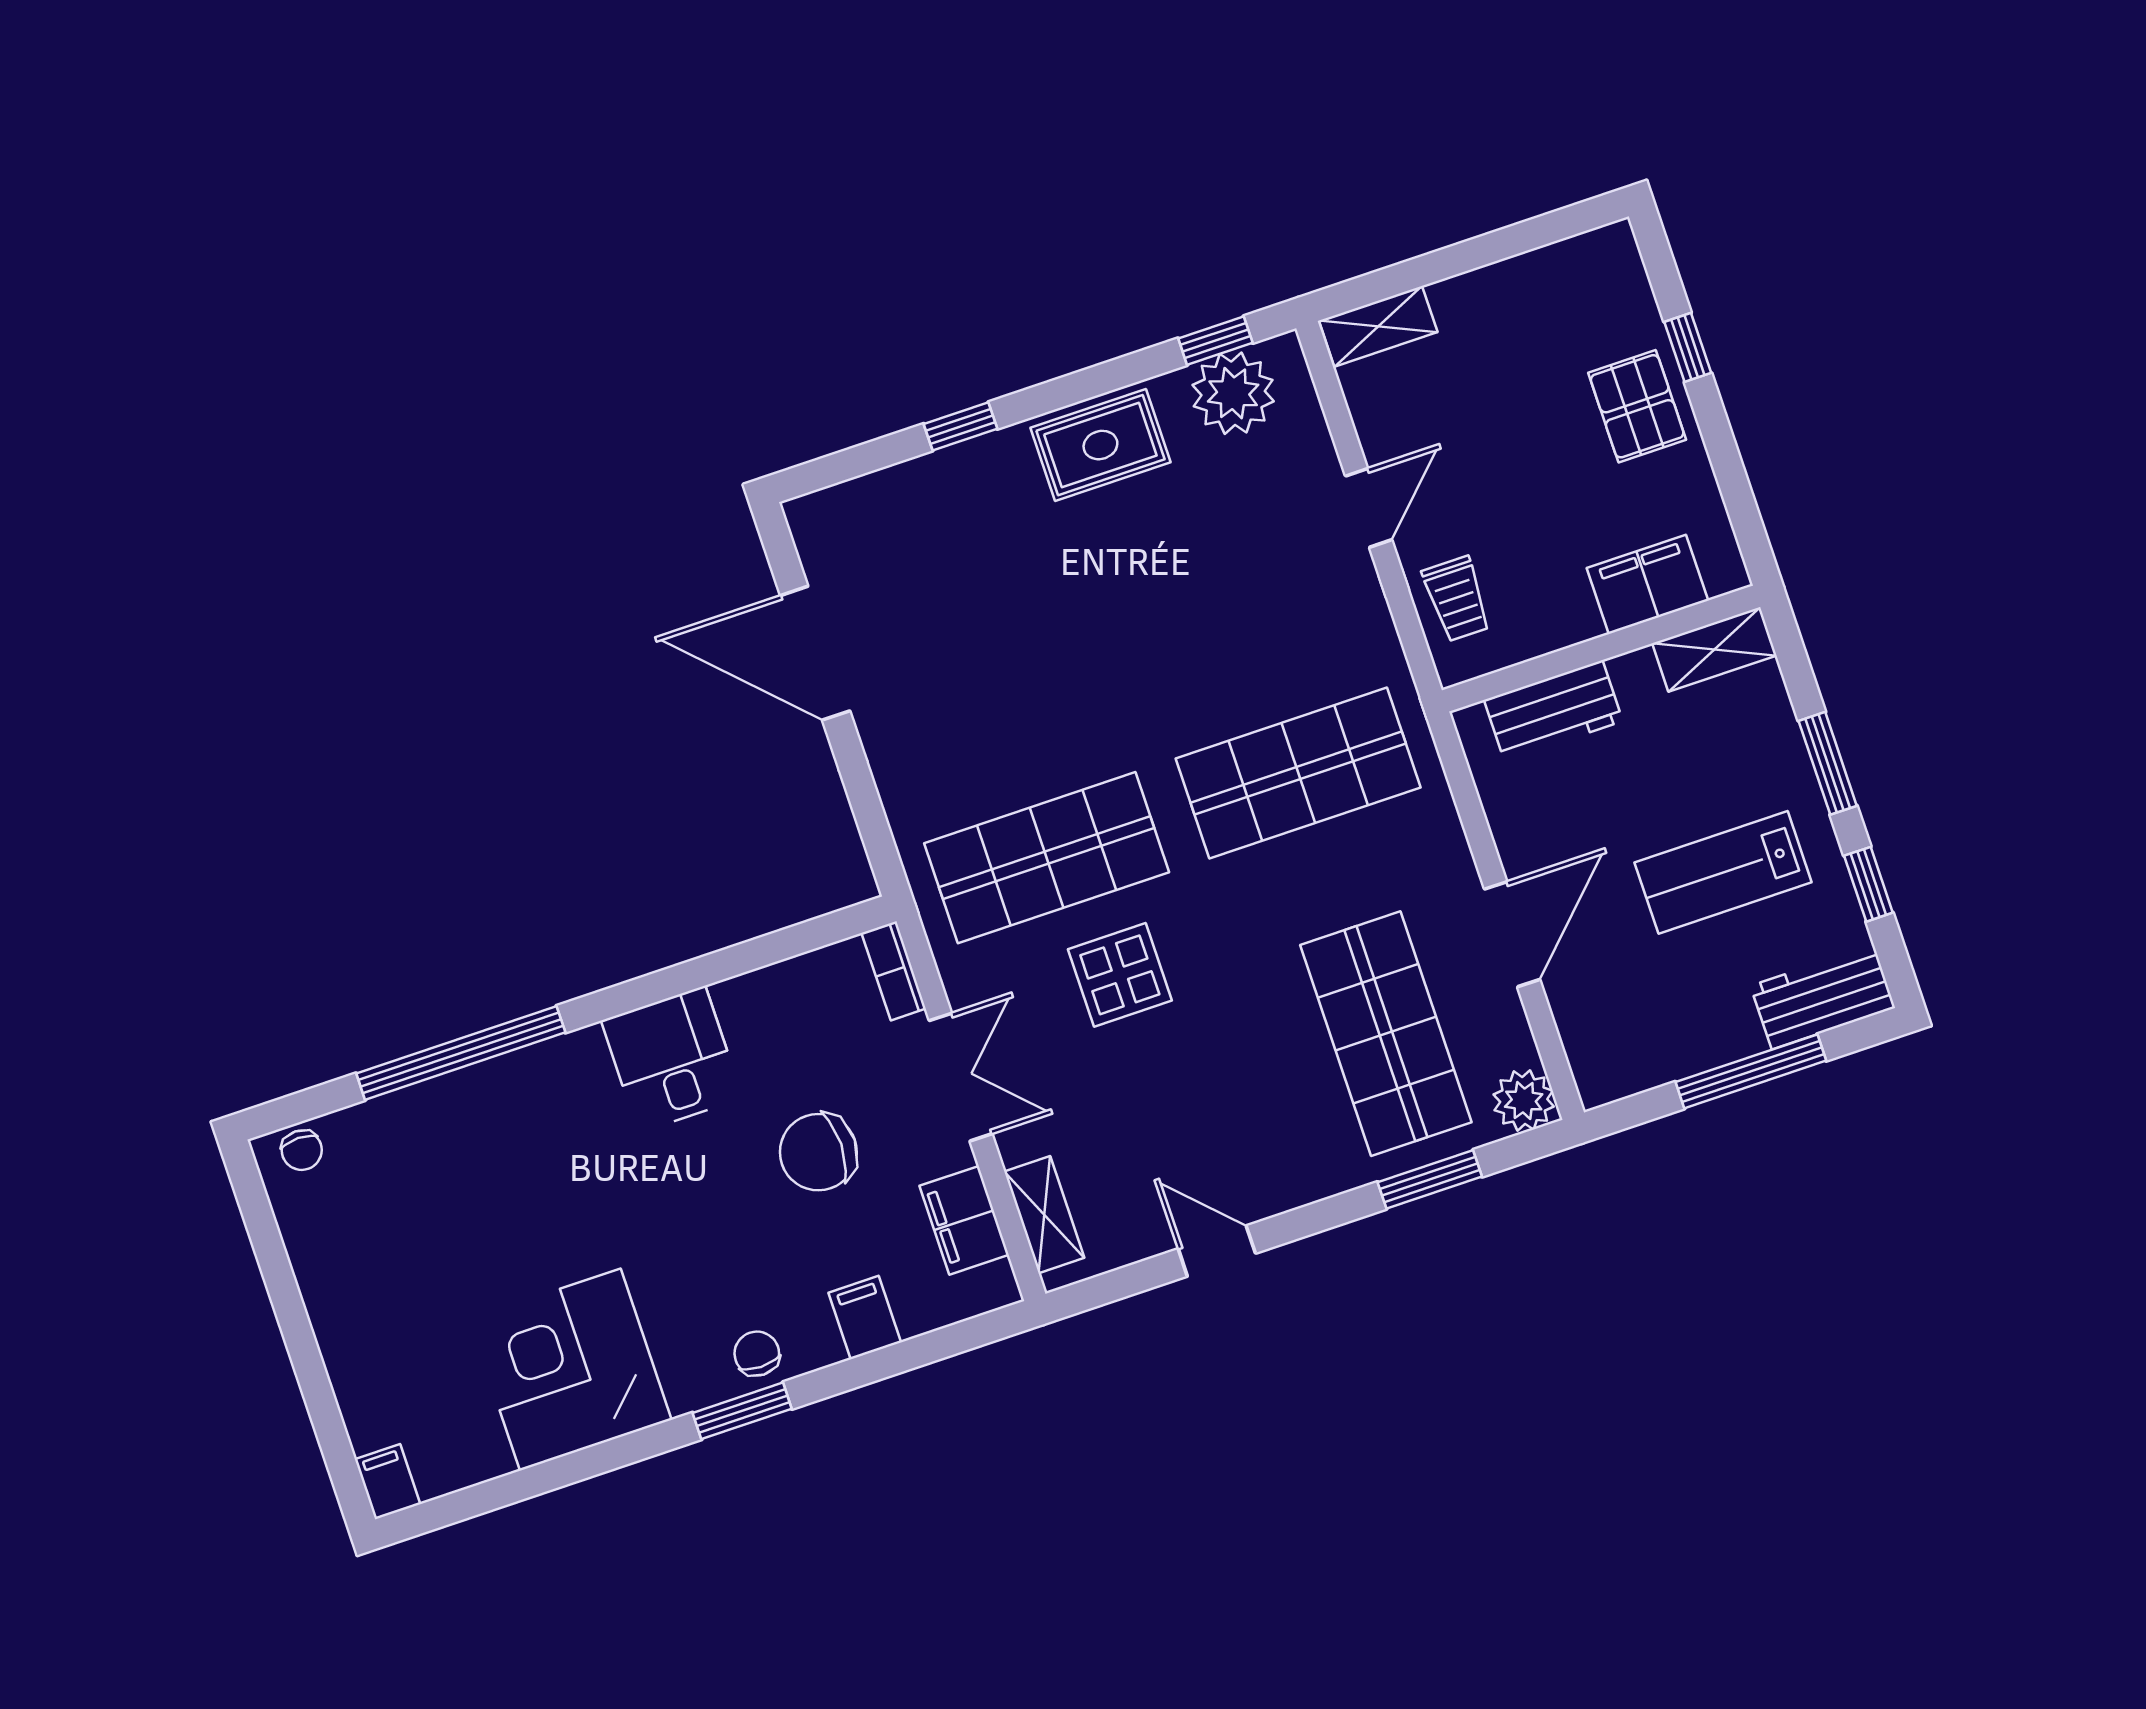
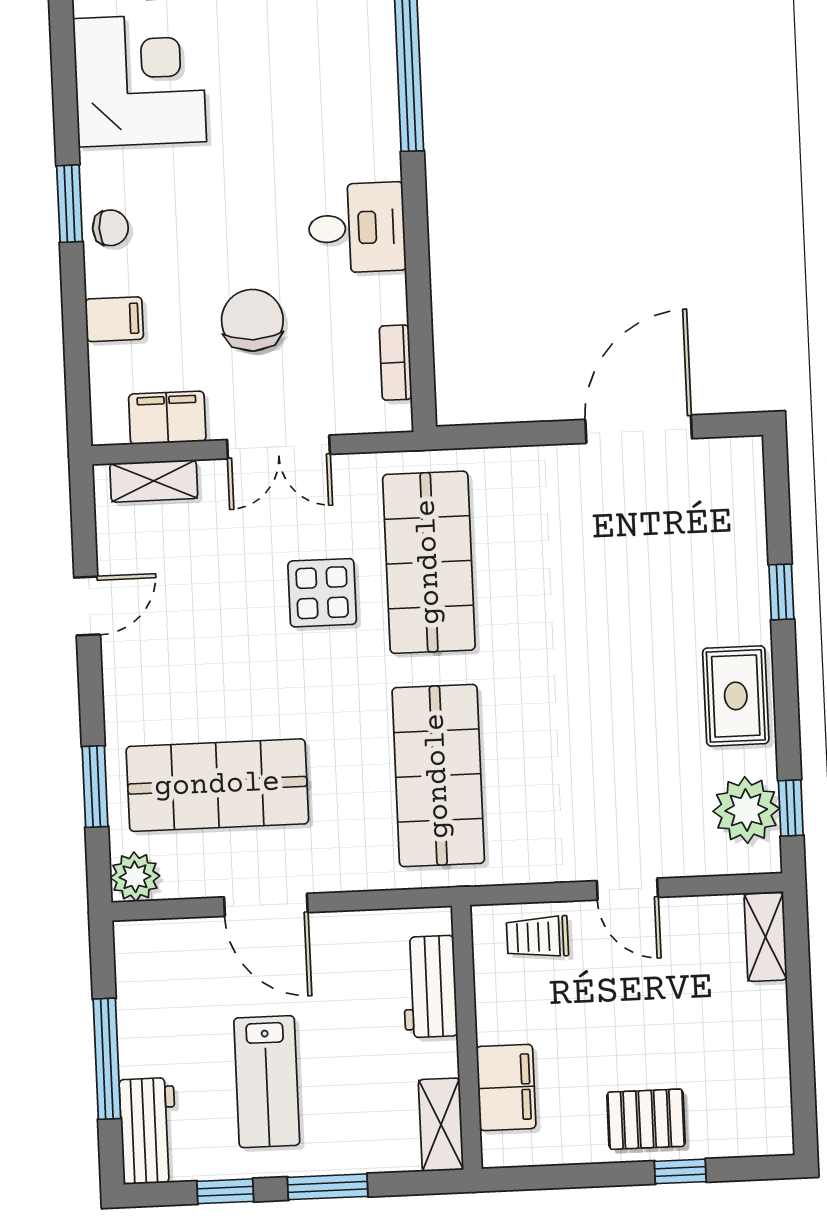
lab bench: (1723, 872) -> (267, 1082), turned 180
bookcase: (894, 971) -> (396, 363), moved, turned -90

